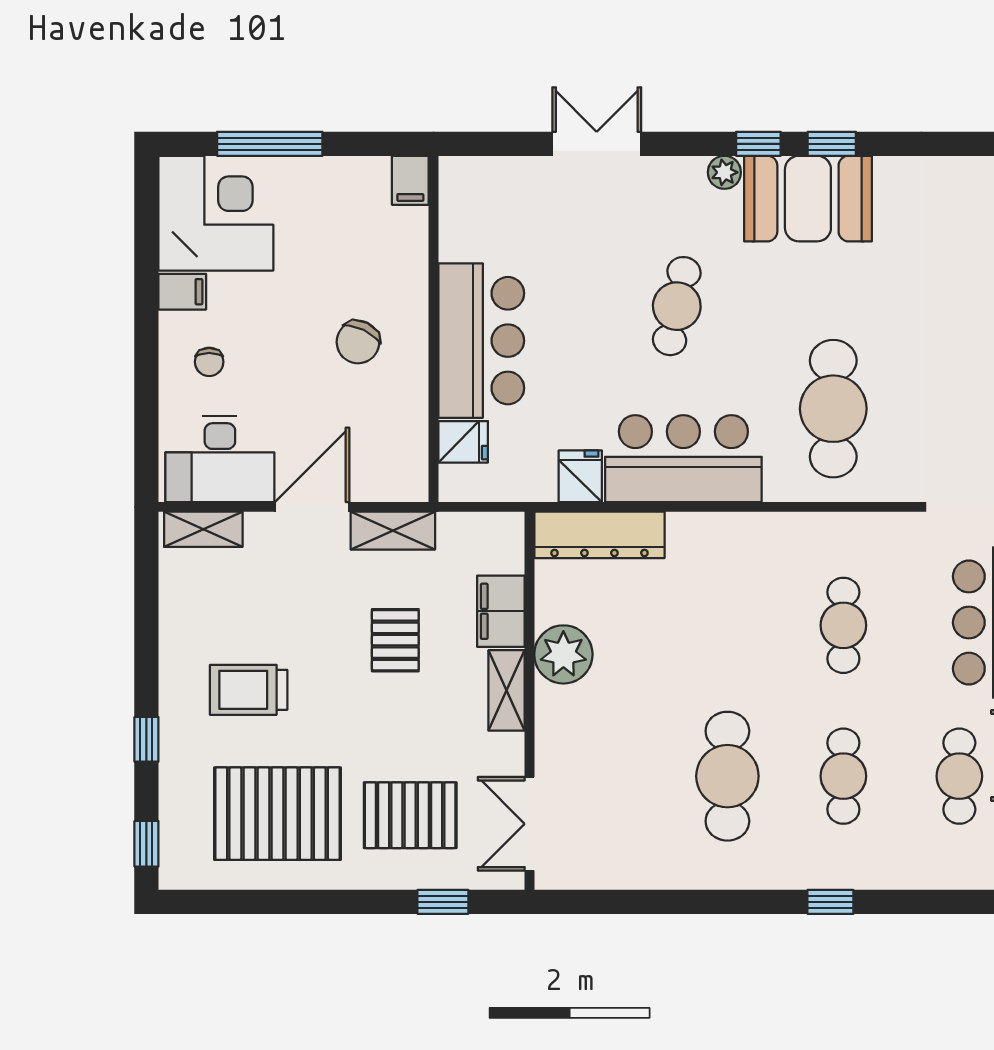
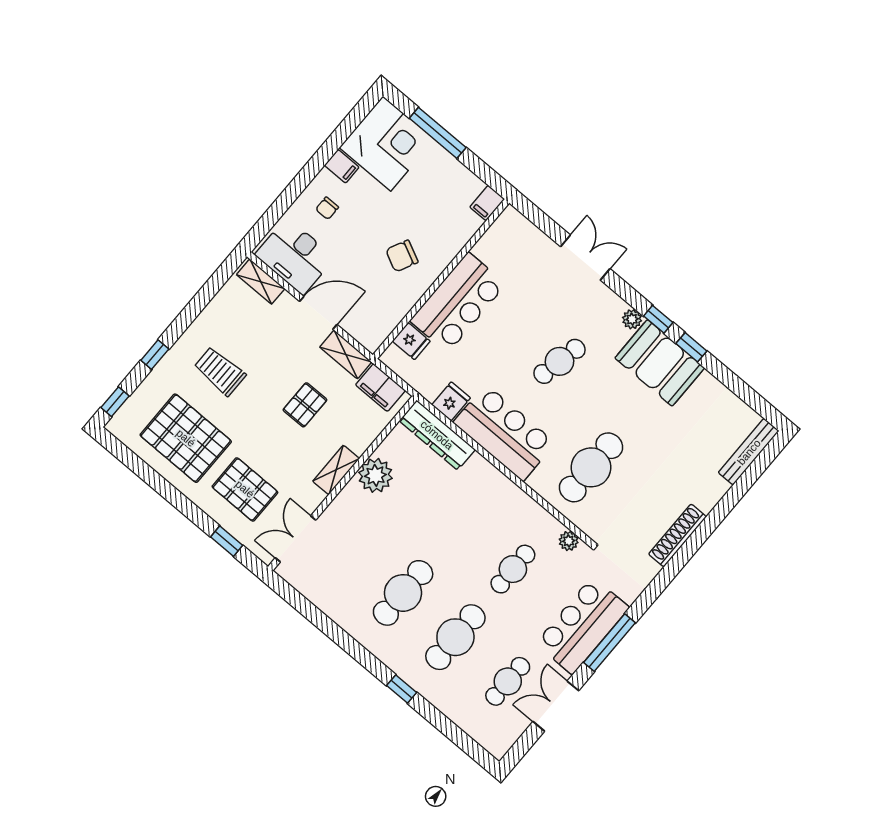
plant: (885, 528) -> (569, 541), added
filing cabinet: (501, 611) -> (380, 388), moved, turned -90
cafe table: (843, 776) -> (455, 637), width x1.37, depth x1.35

